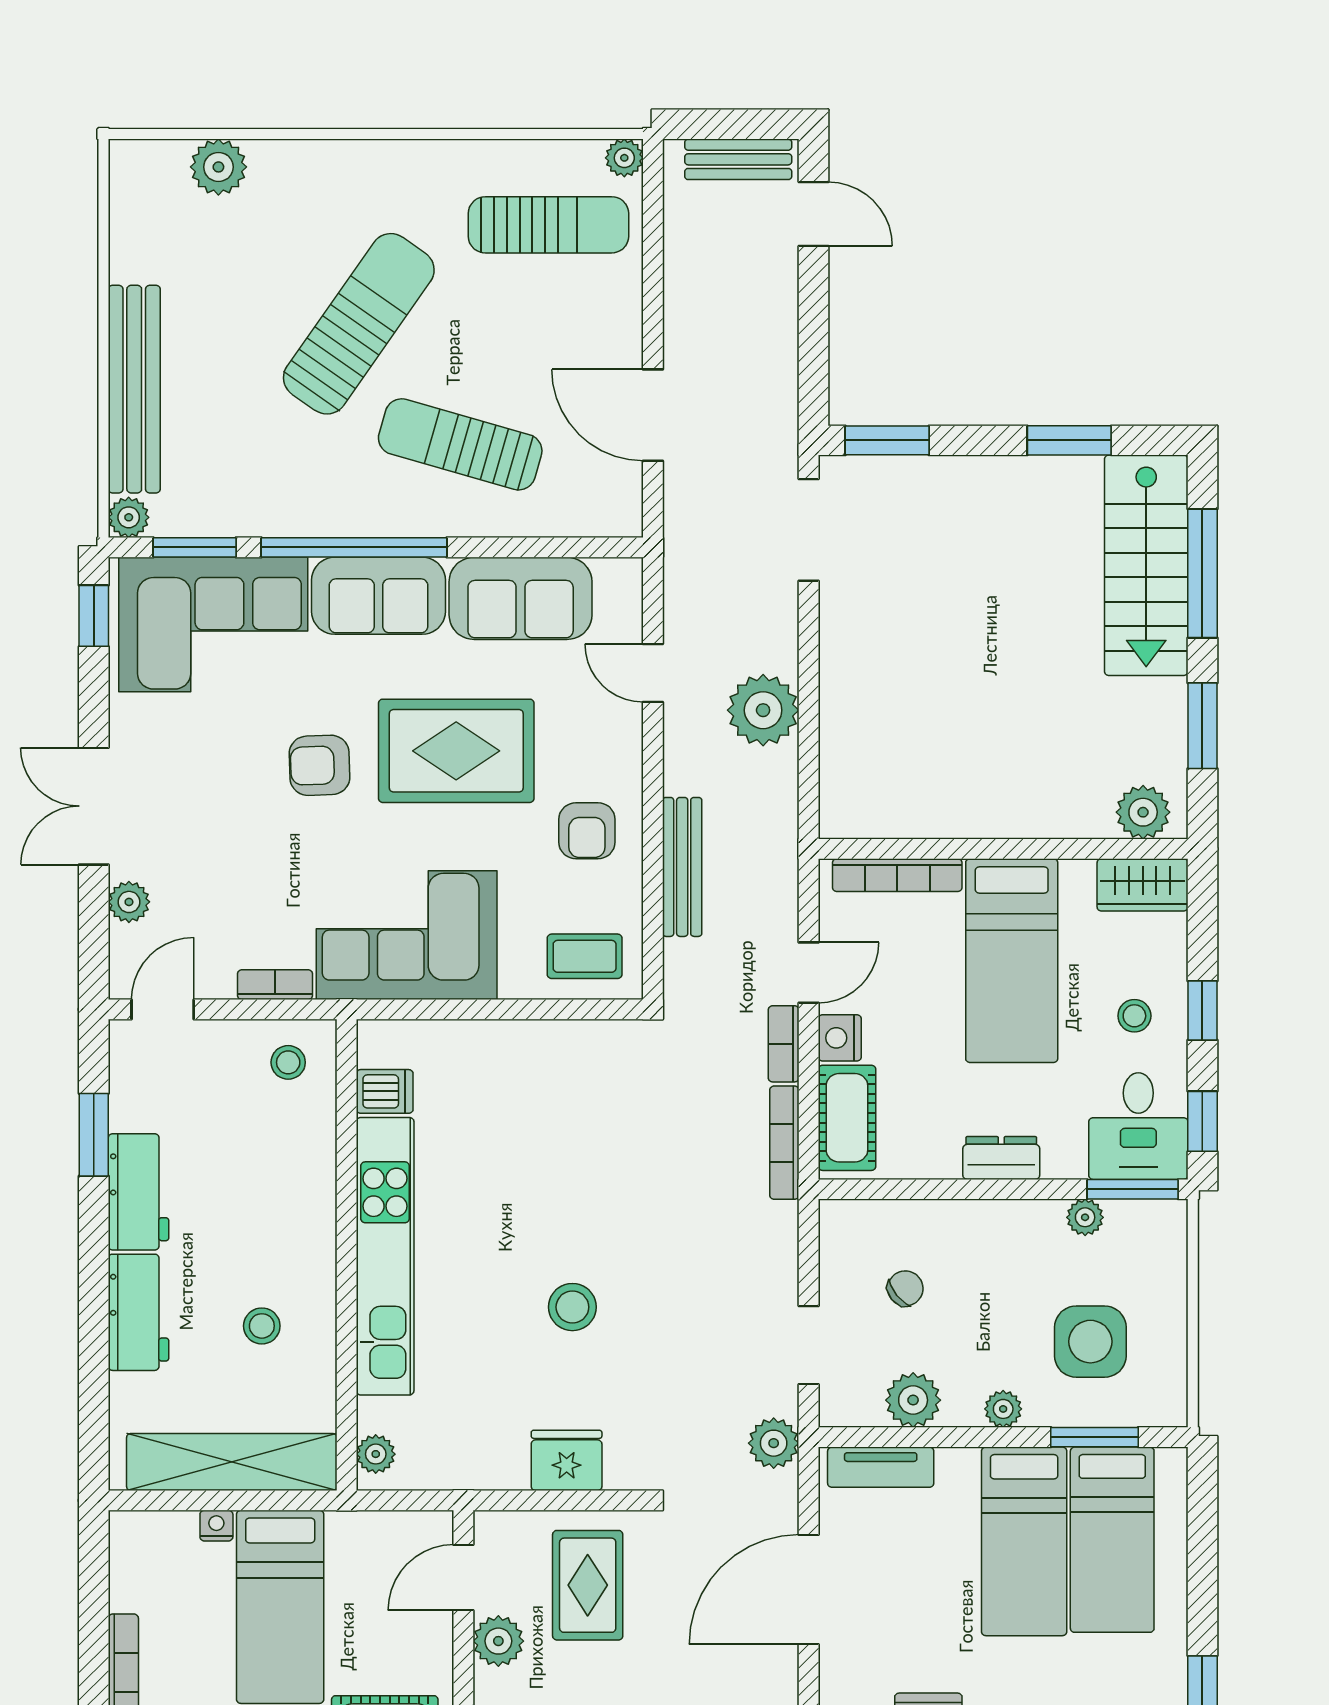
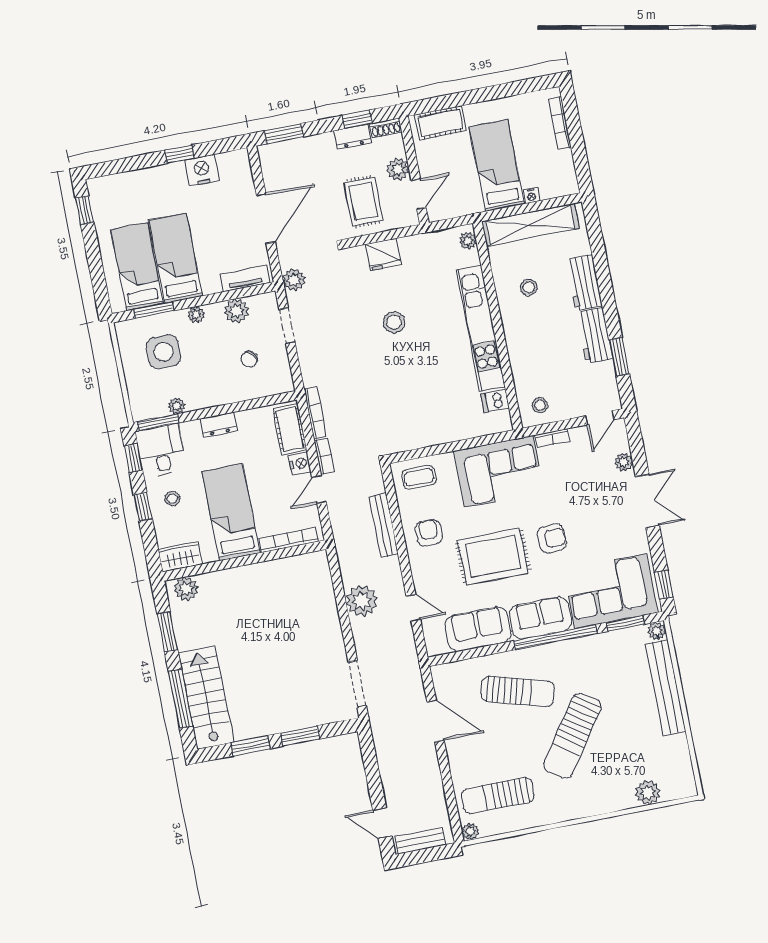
window: (887, 440) -> (300, 736), moved

